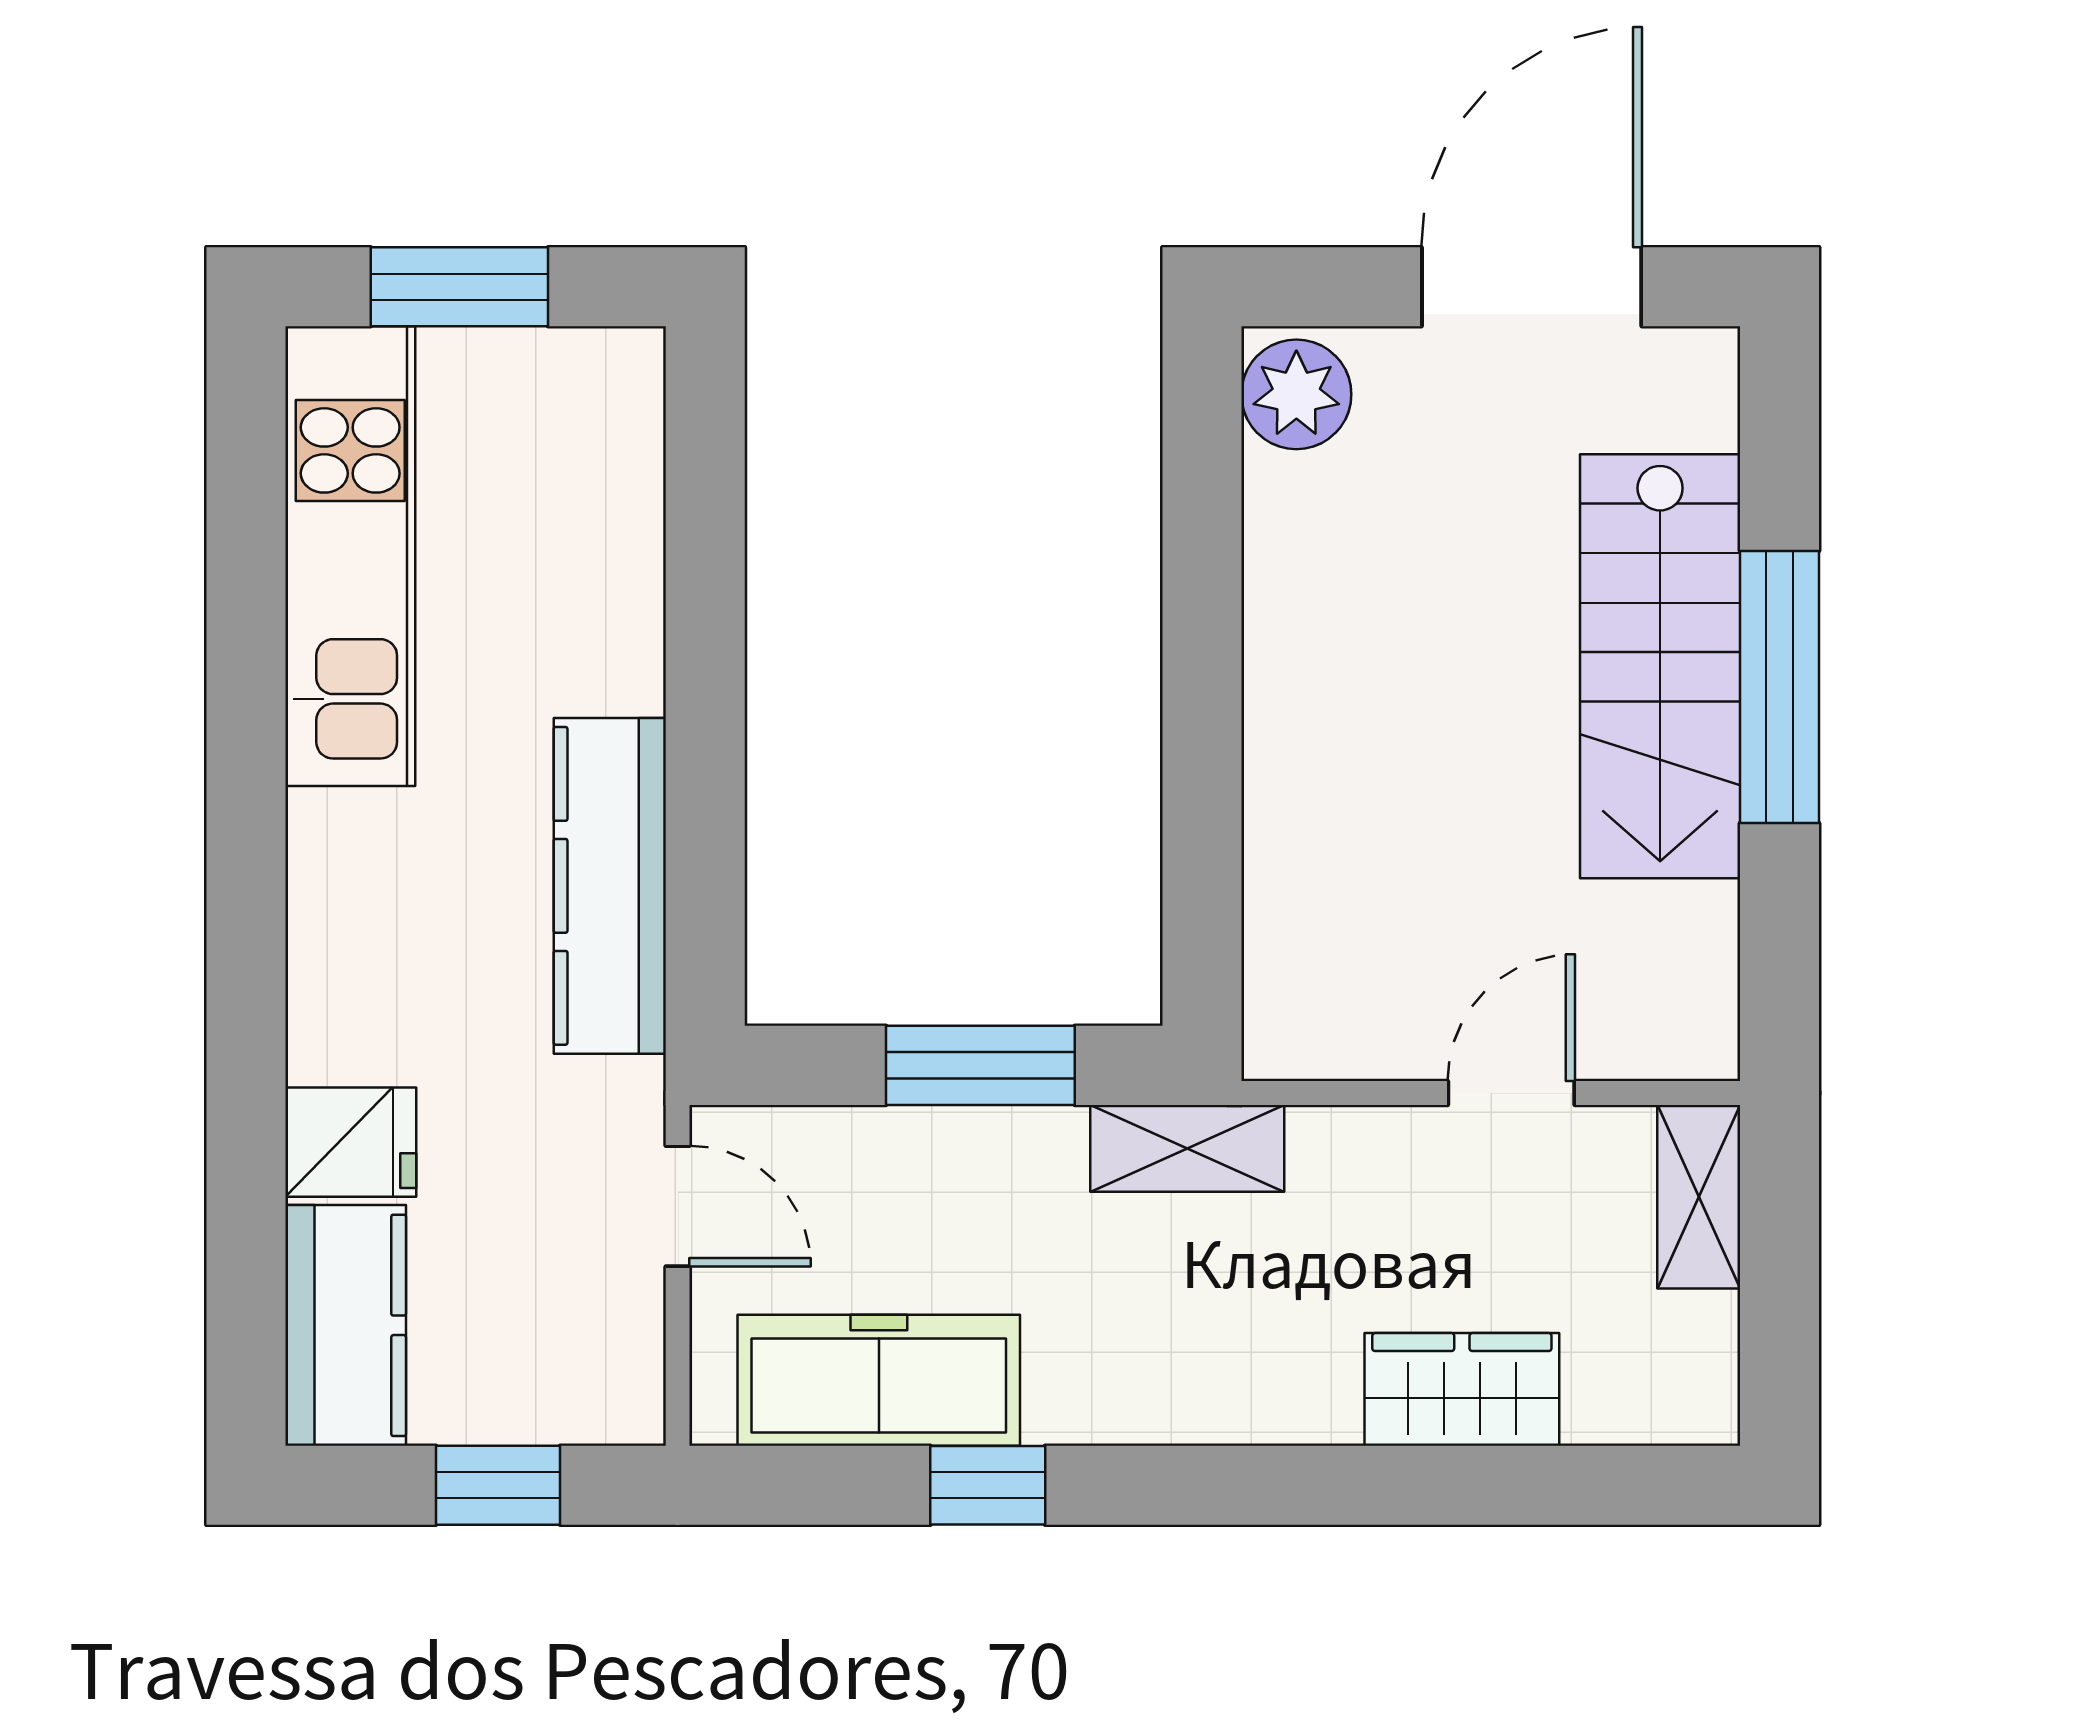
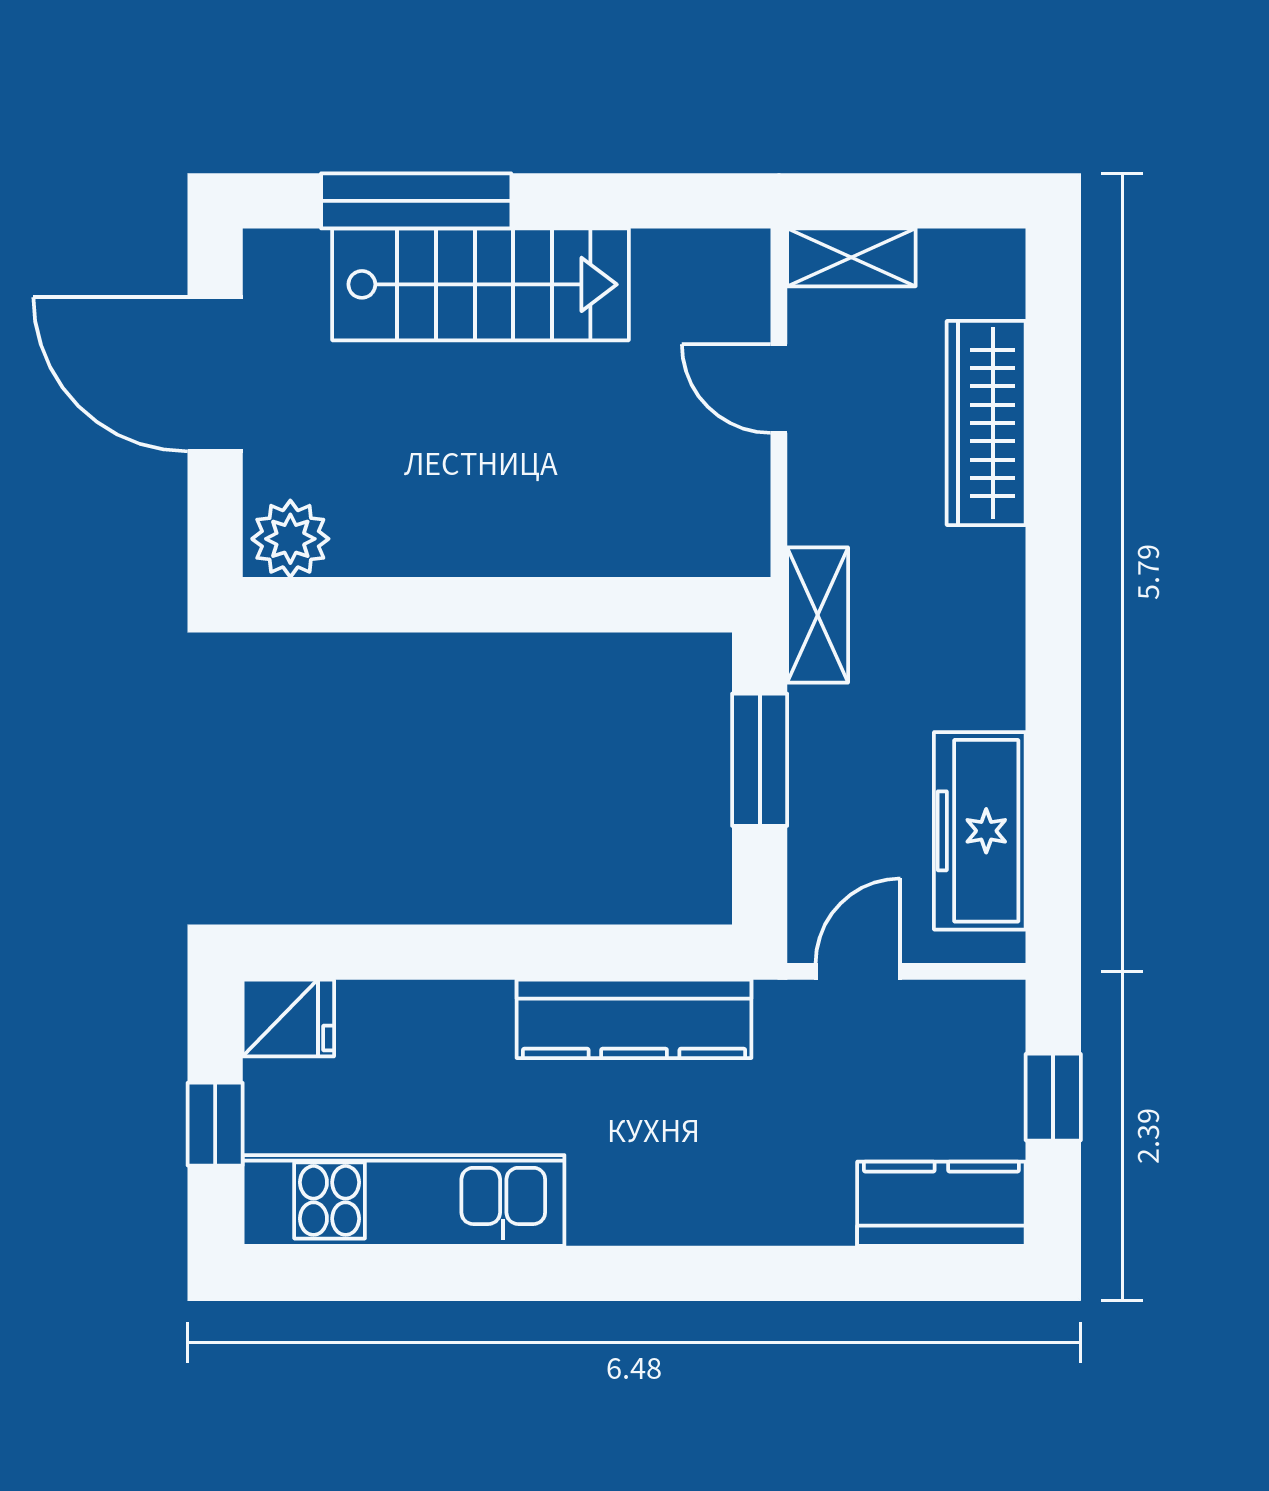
window: (459, 287) -> (215, 1124), width x0.67
window: (1780, 687) -> (416, 201), moved
fridge: (351, 1142) -> (288, 1018), moved, turned 90
wardrobe: (1462, 1389) -> (986, 423), width x1.50
window: (988, 1485) -> (1053, 755), removed

